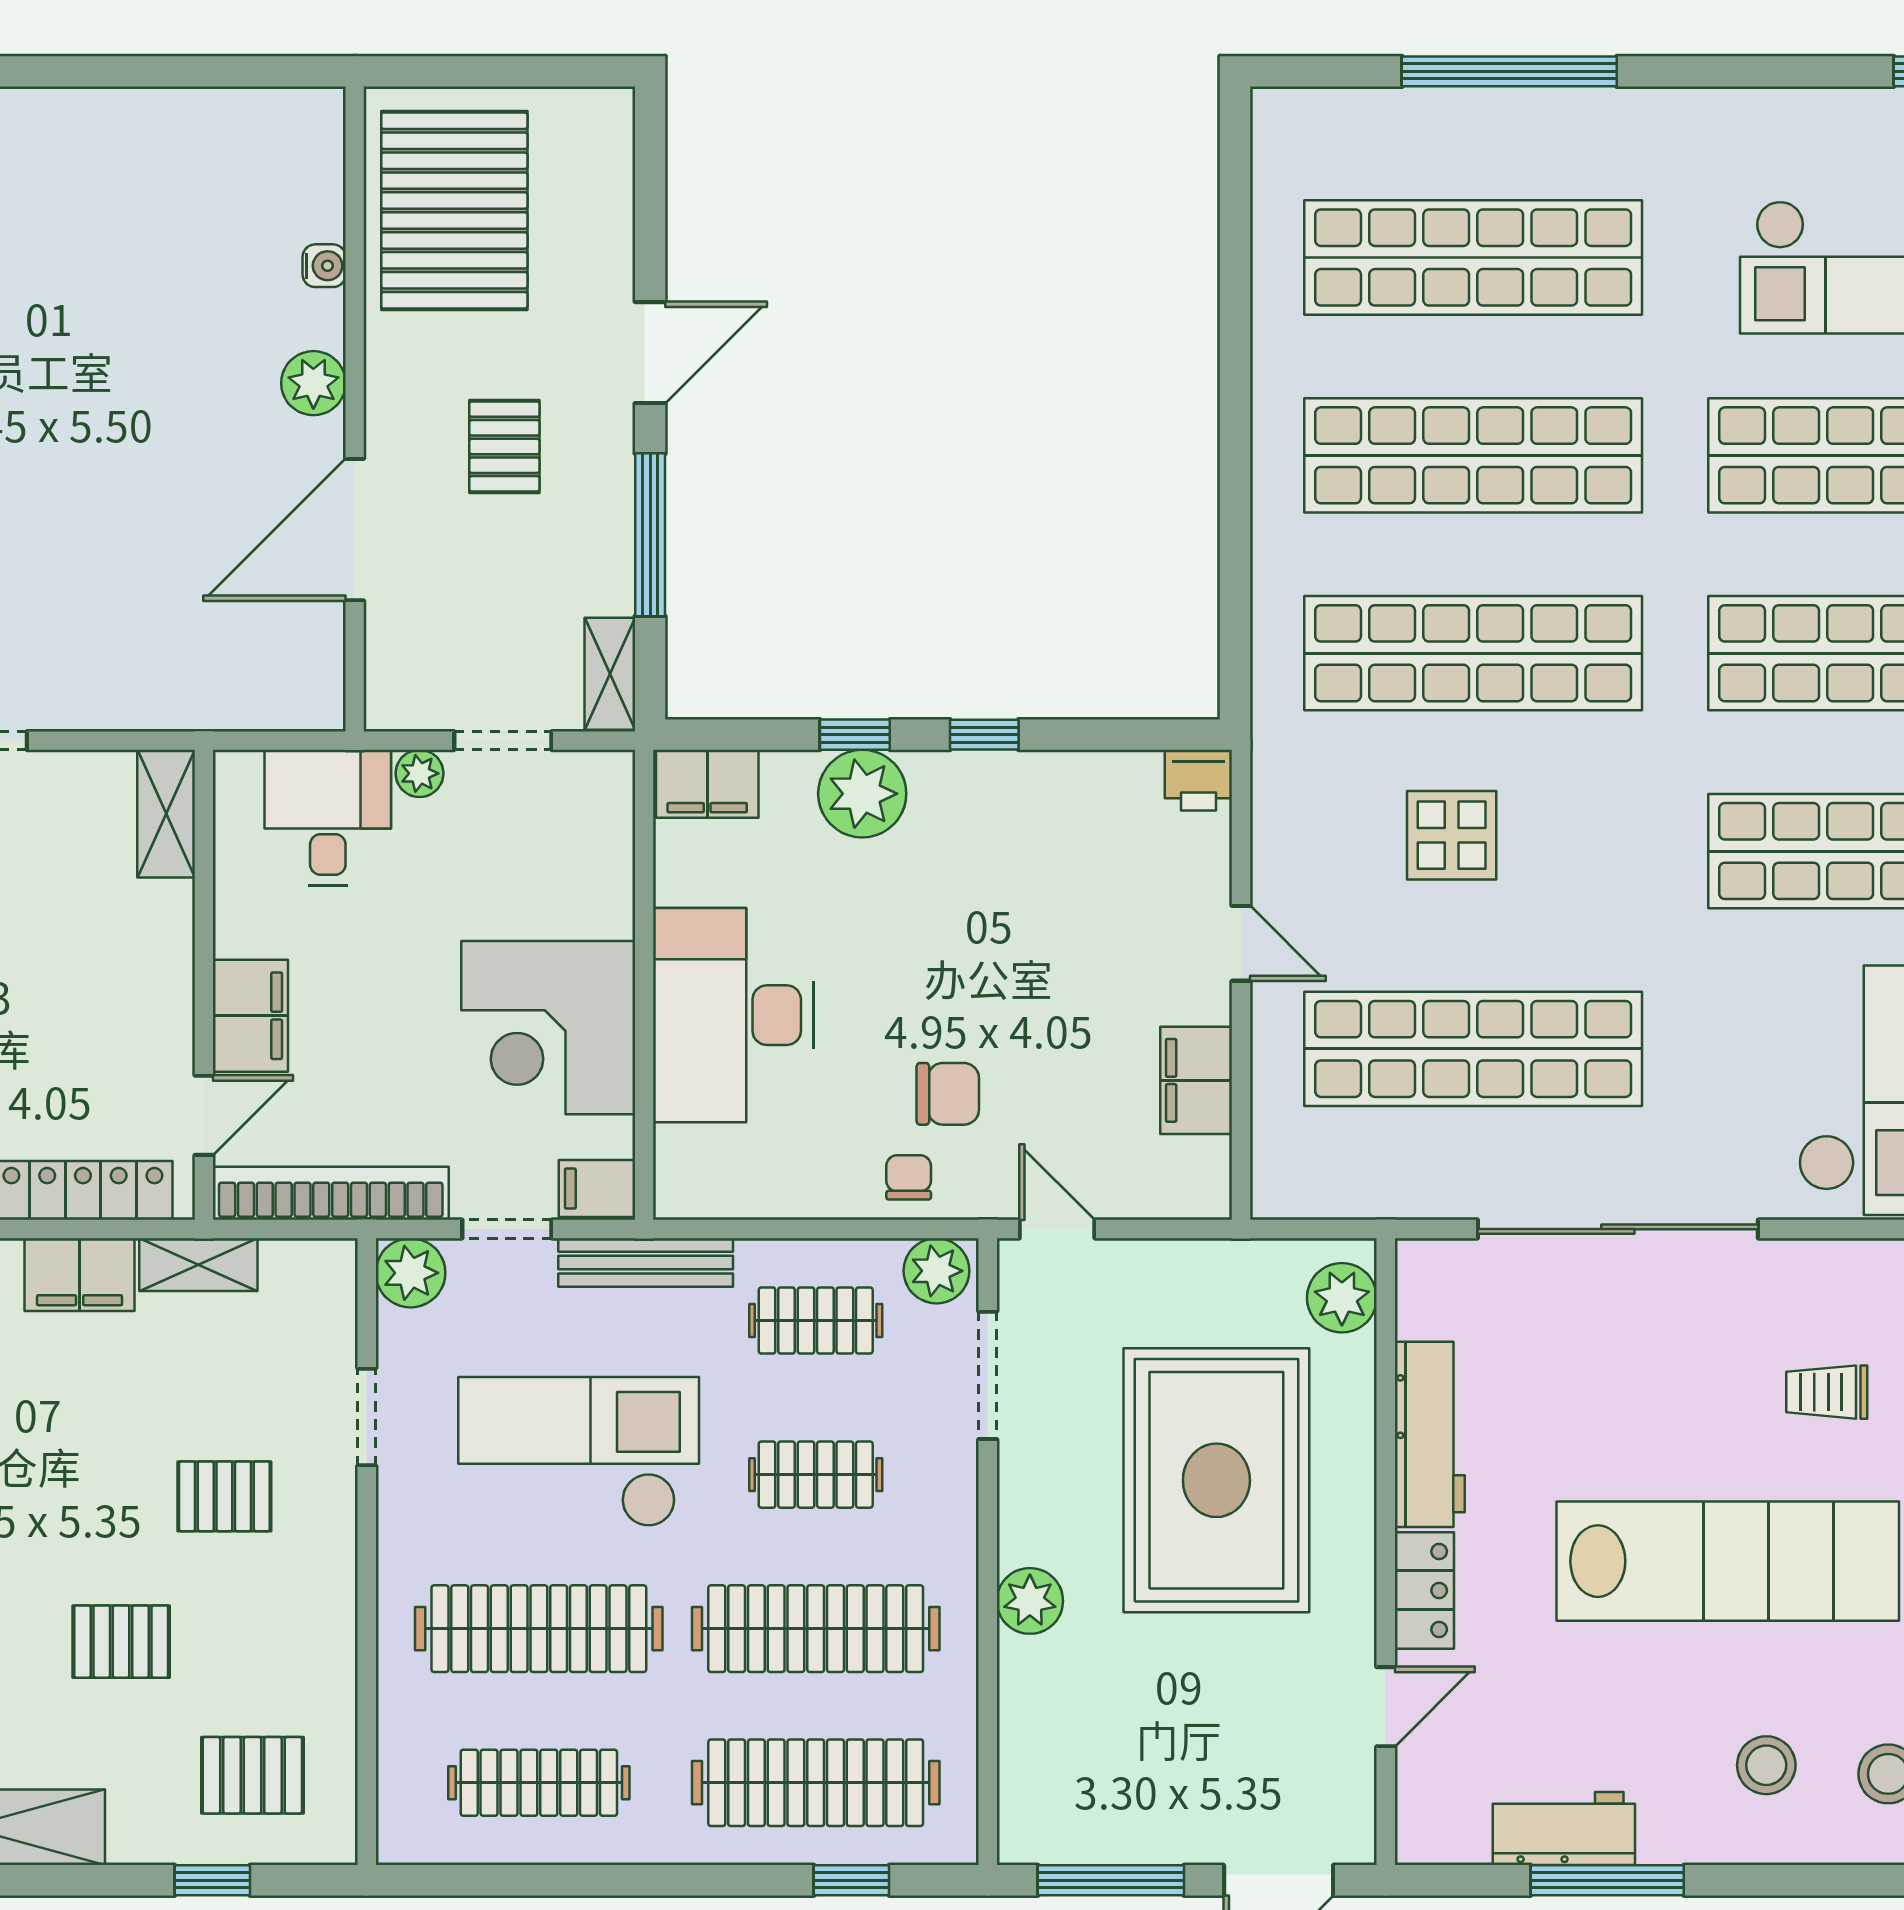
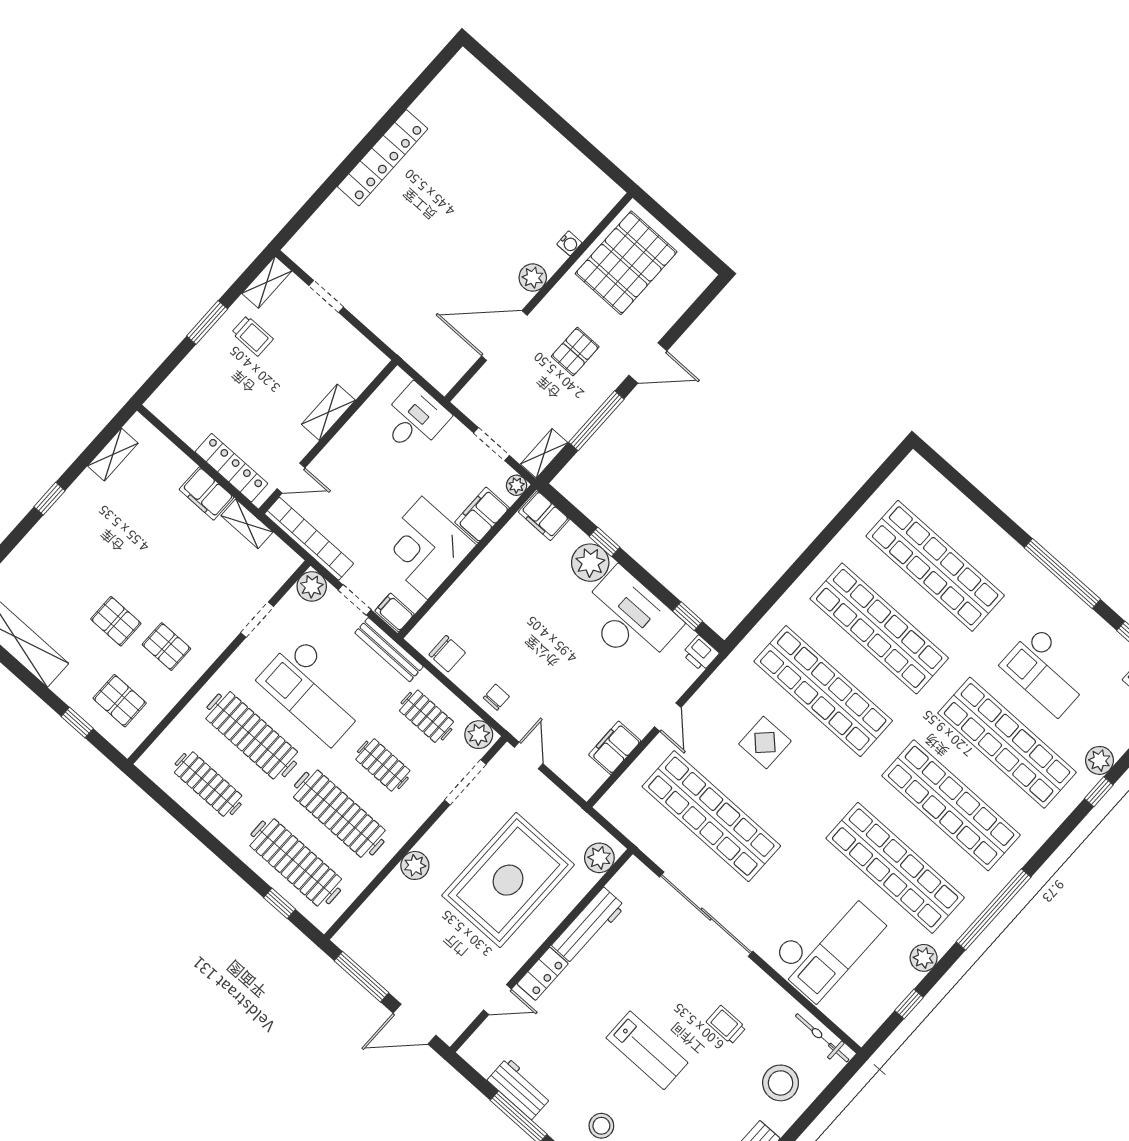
window: (1509, 71) -> (1062, 574), moved
window: (984, 735) -> (688, 616), moved
plant: (419, 773) -> (517, 485), moved
shelving: (166, 814) -> (328, 412), moved
desk: (733, 1015) -> (629, 618), moved, turned 90
filing cabinet: (250, 1016) -> (482, 515), moved, turned 180
chair: (948, 1094) -> (447, 654), moved
checkout: (579, 1452) -> (314, 691), turned 180
pallet: (224, 1496) -> (166, 647), moved
lab bench: (1728, 1561) -> (647, 1050), width x0.54, depth x0.72

